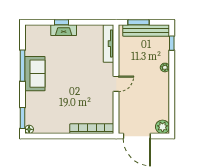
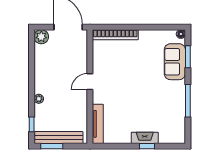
window: (138, 22) -> (52, 146), moved
sofa: (35, 74) -> (175, 62), moved
window: (22, 118) -> (188, 57), moved

